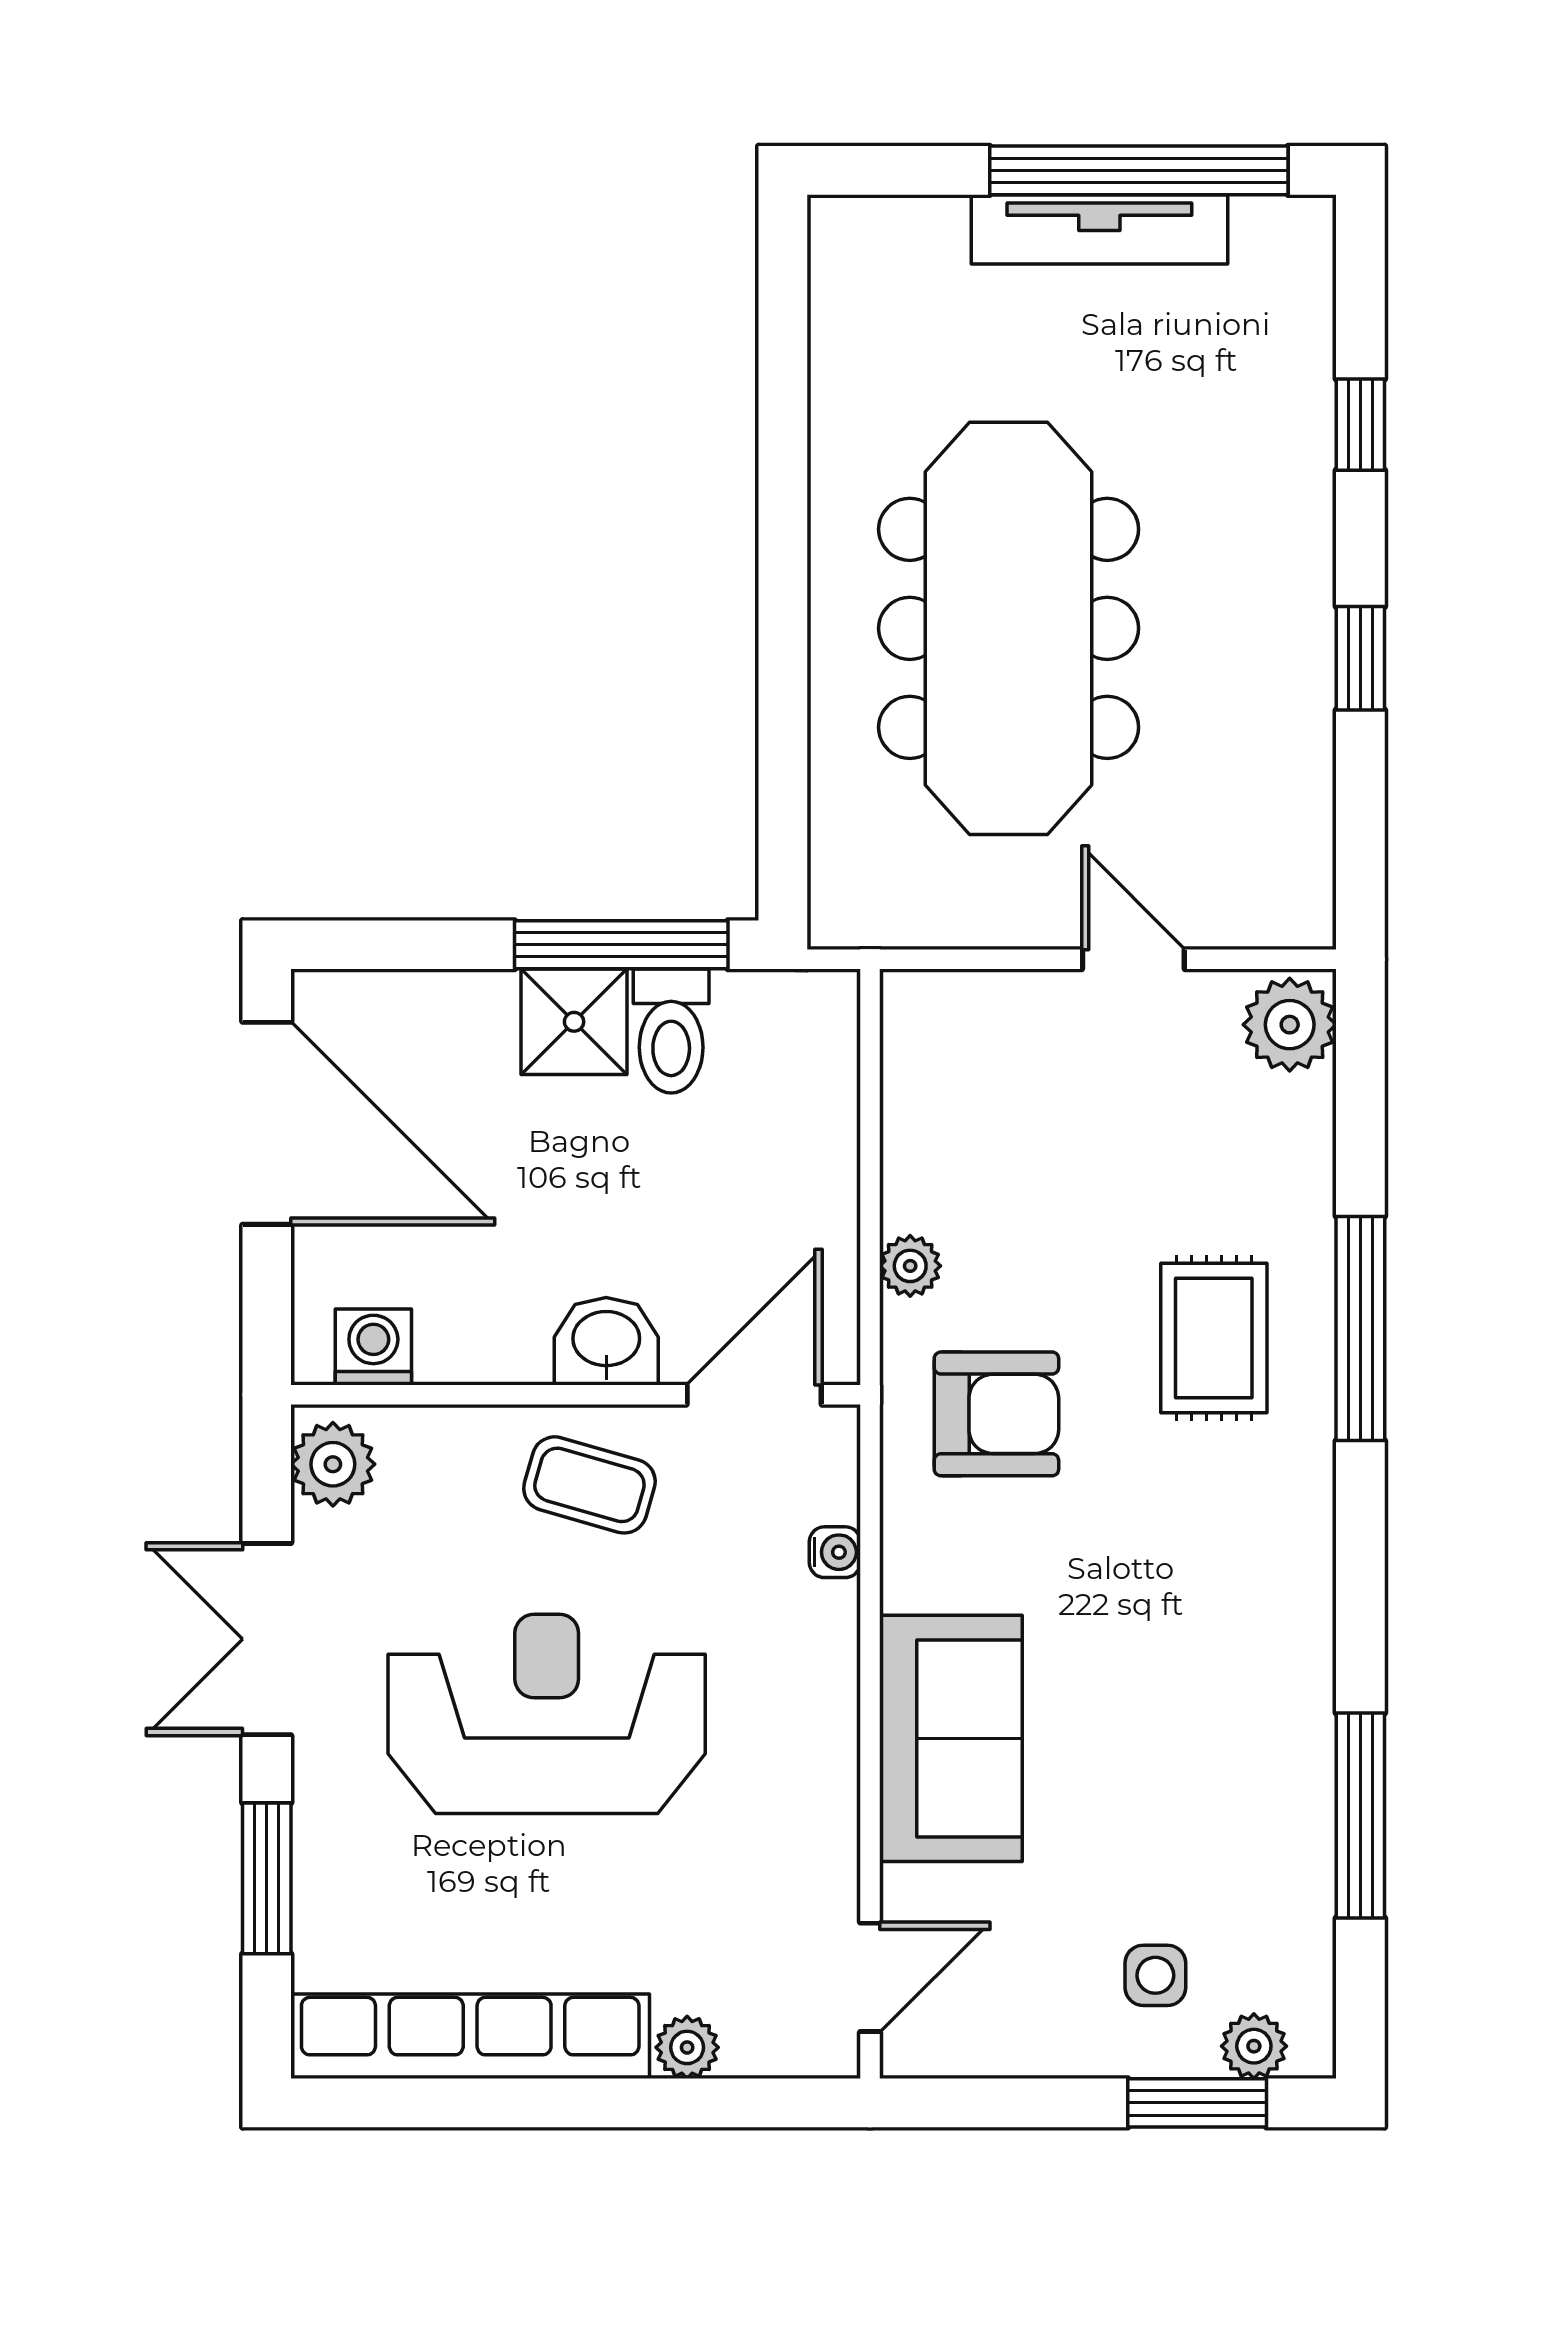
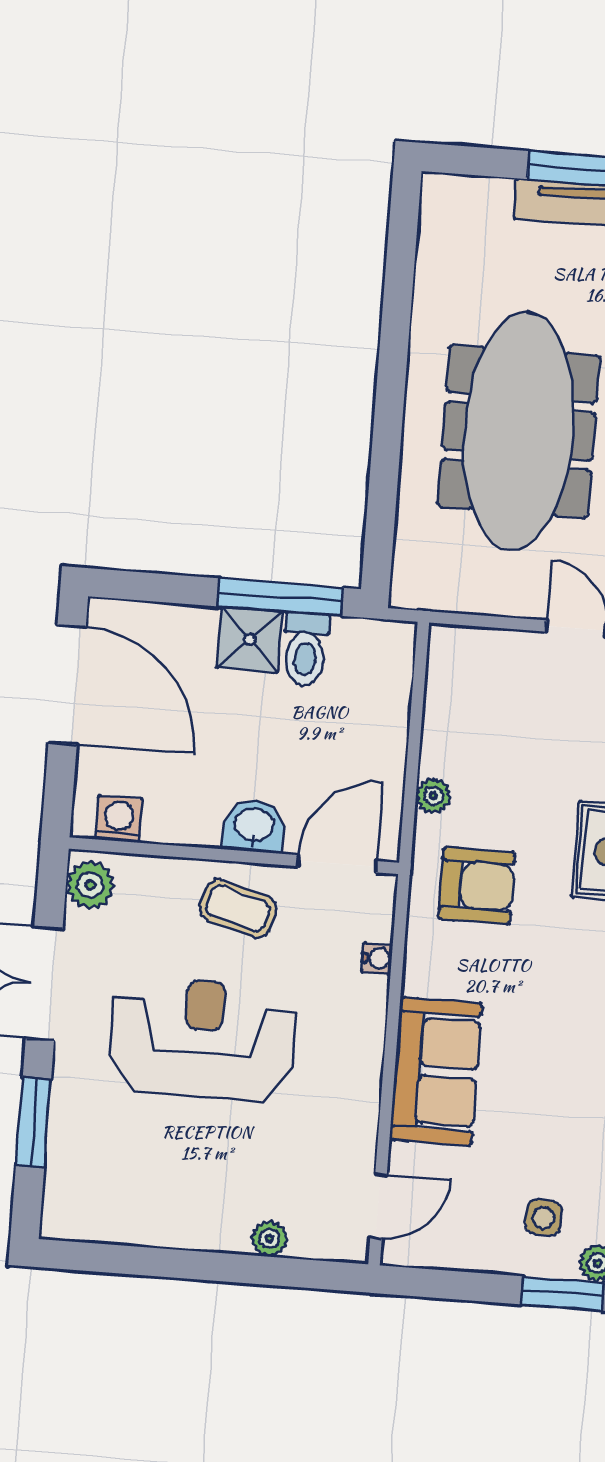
row of seats: (470, 2036) -> (144, 1222), removed

